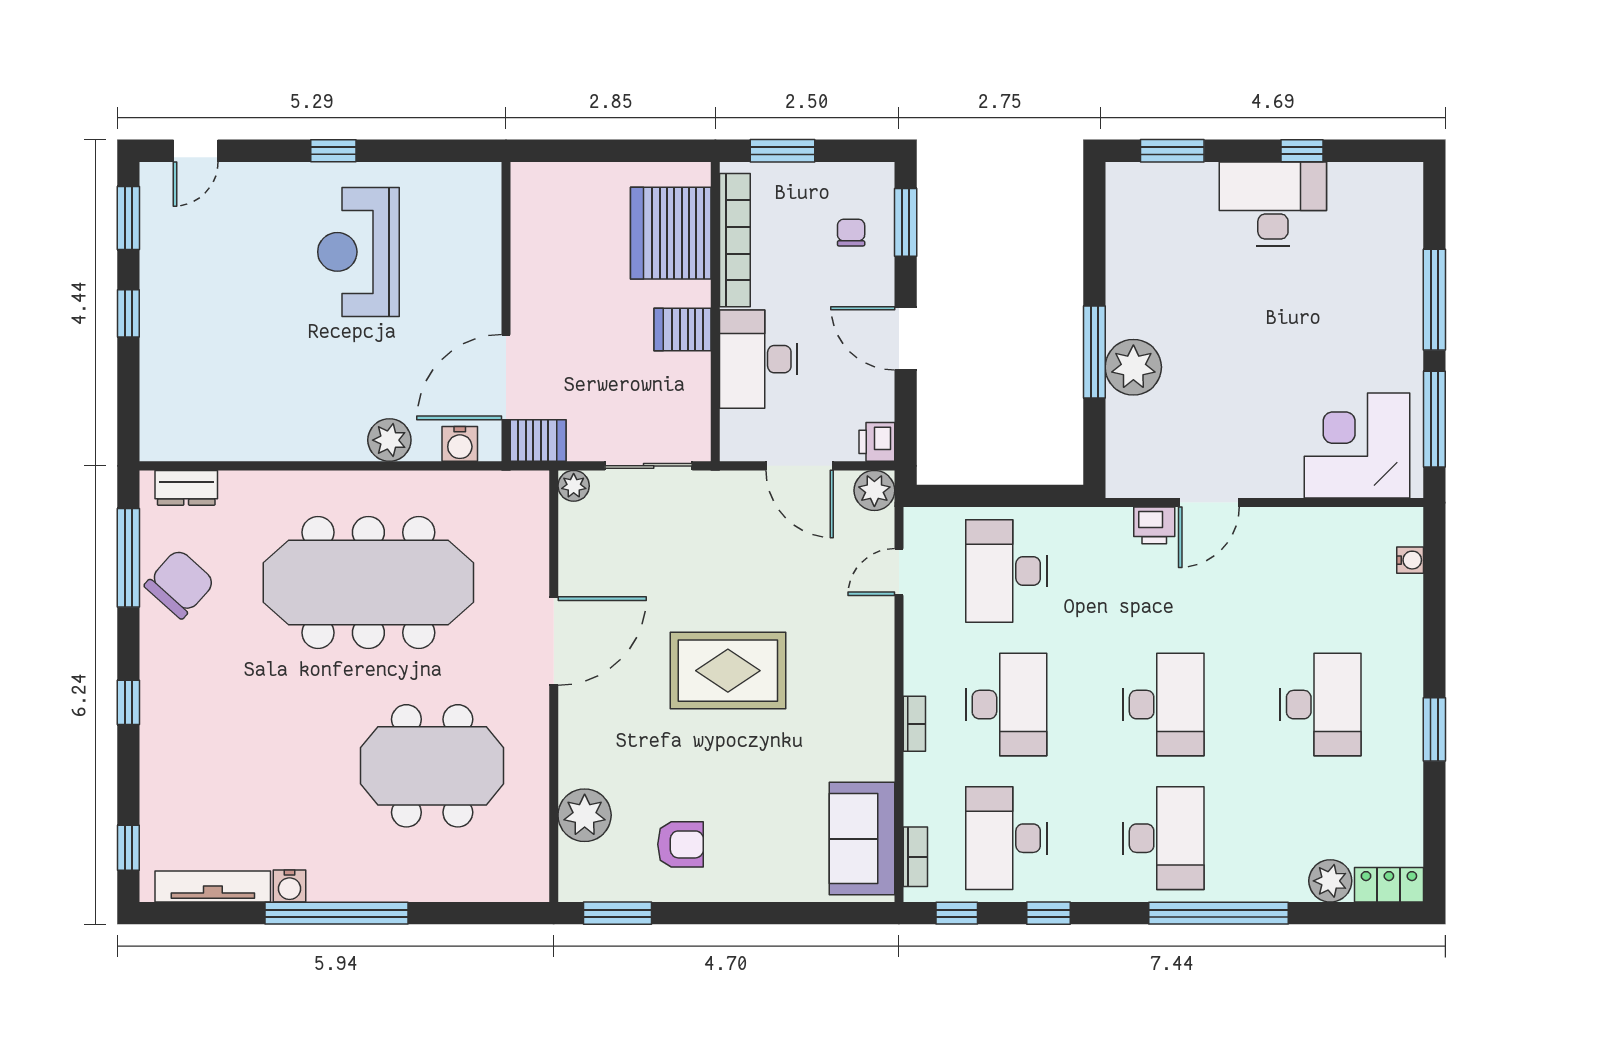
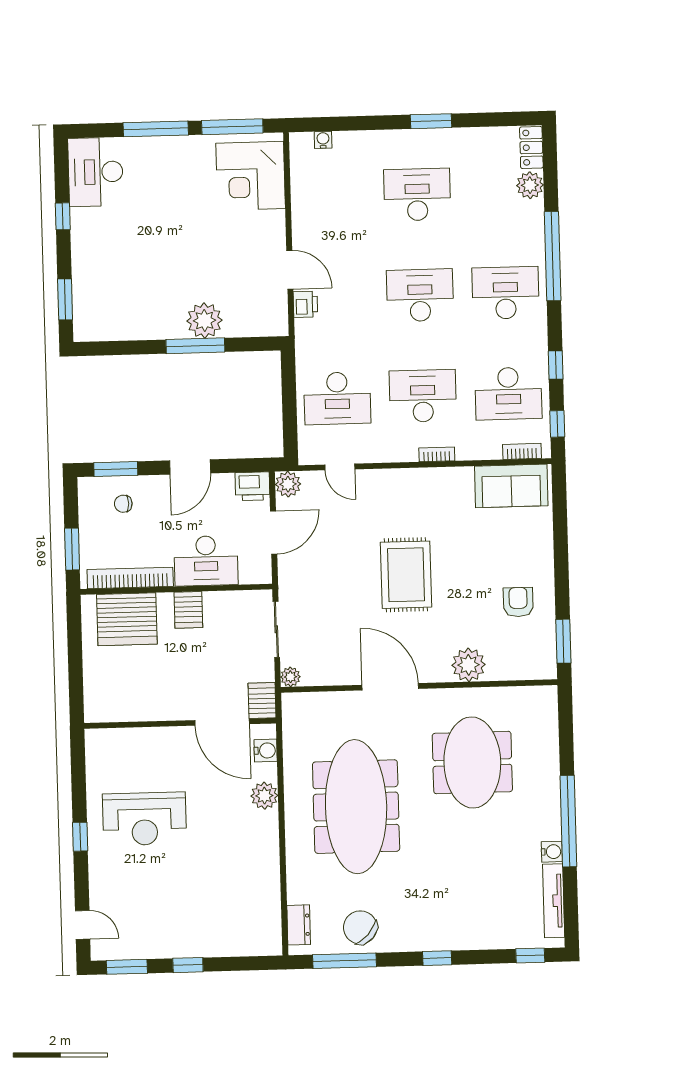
desk: (1273, 204) -> (96, 172), moved
printer: (877, 442) -> (252, 486), width x1.36, depth x1.24
plant: (585, 815) -> (469, 665), moved

